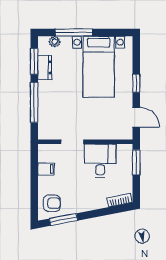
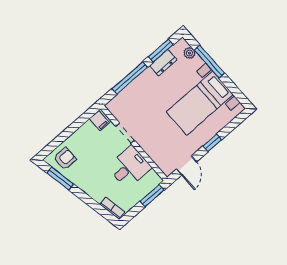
filing cabinet: (46, 169) -> (99, 121), moved
armchair: (52, 203) -> (65, 159), turned -90

